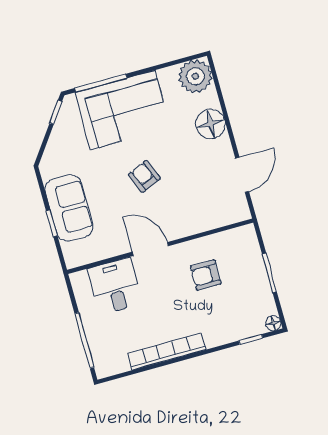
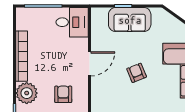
armchair: (144, 176) -> (137, 73), turned -89
desk: (115, 286) -> (72, 22), moved
plant: (219, 329) -> (27, 93), added

